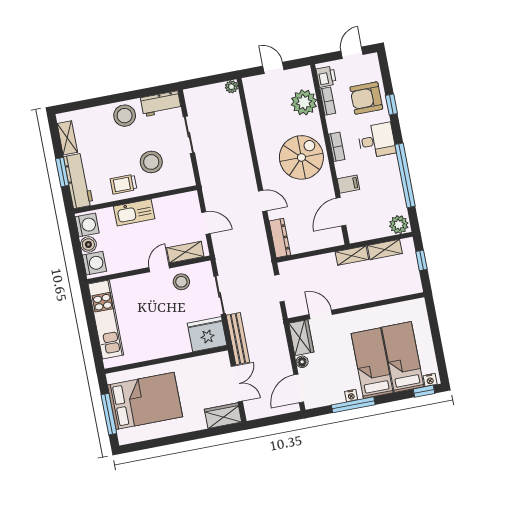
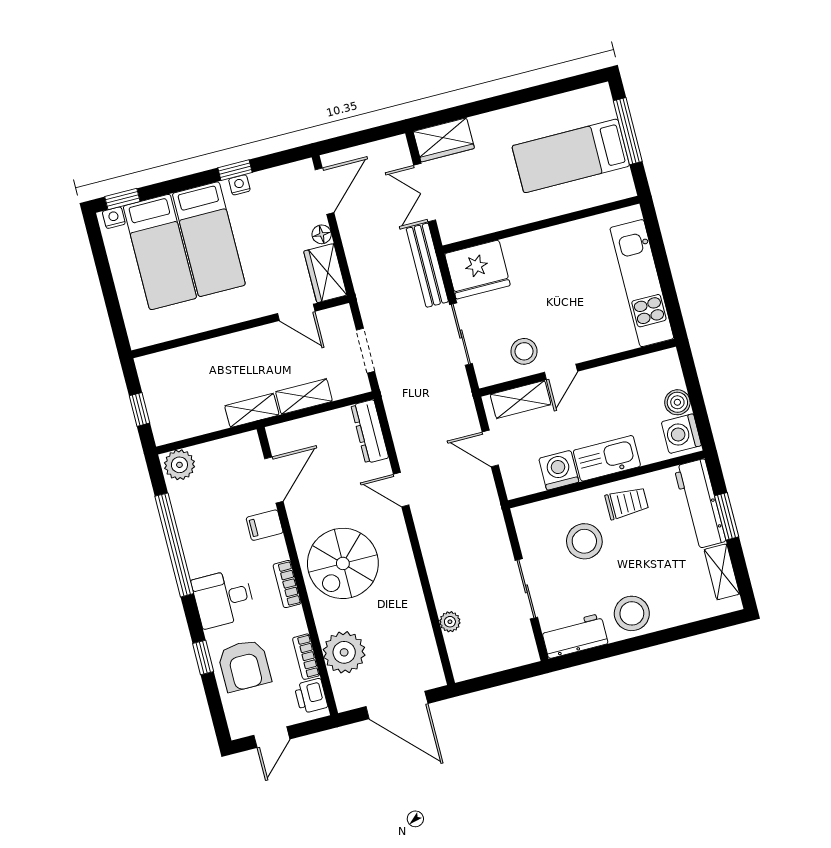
door: (273, 68) -> (397, 705), width x1.88
plant: (232, 87) -> (450, 622), moved
armchair: (366, 98) -> (244, 666), turned 90
shelving: (385, 250) -> (304, 396), moved
washing machine: (94, 263) -> (559, 470), moved, turned 90
bed: (145, 401) -> (571, 156), width x0.67
window: (353, 405) -> (235, 170), width x0.46

